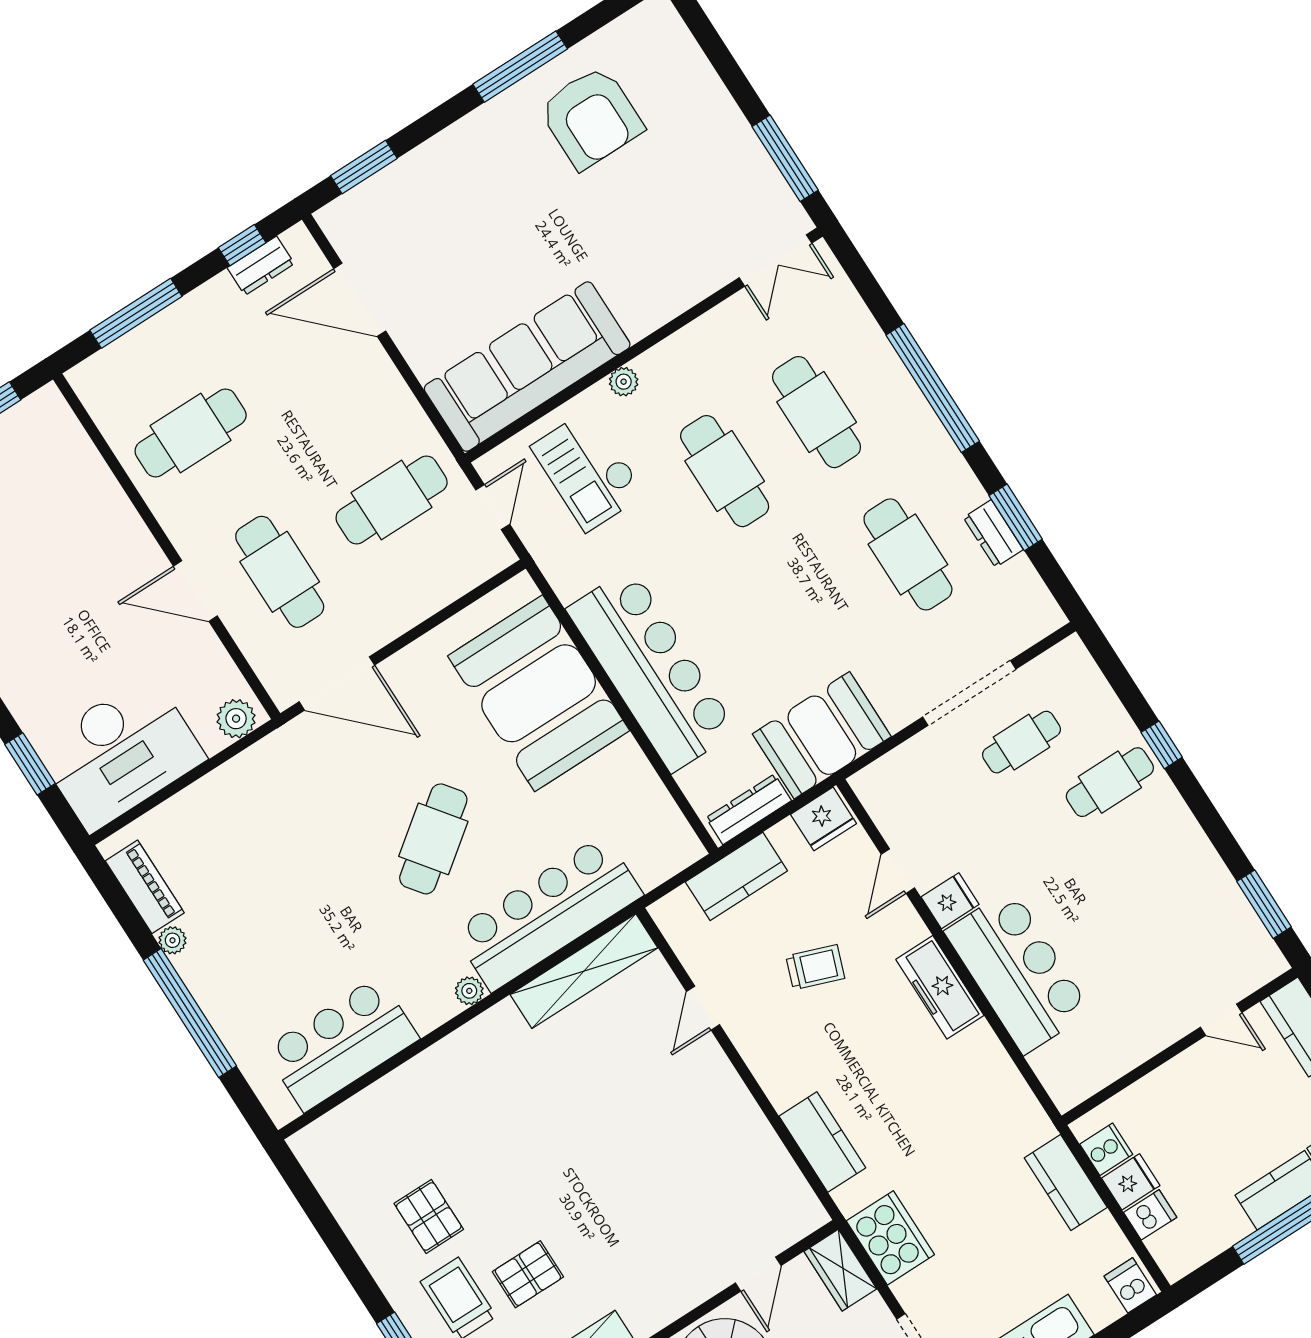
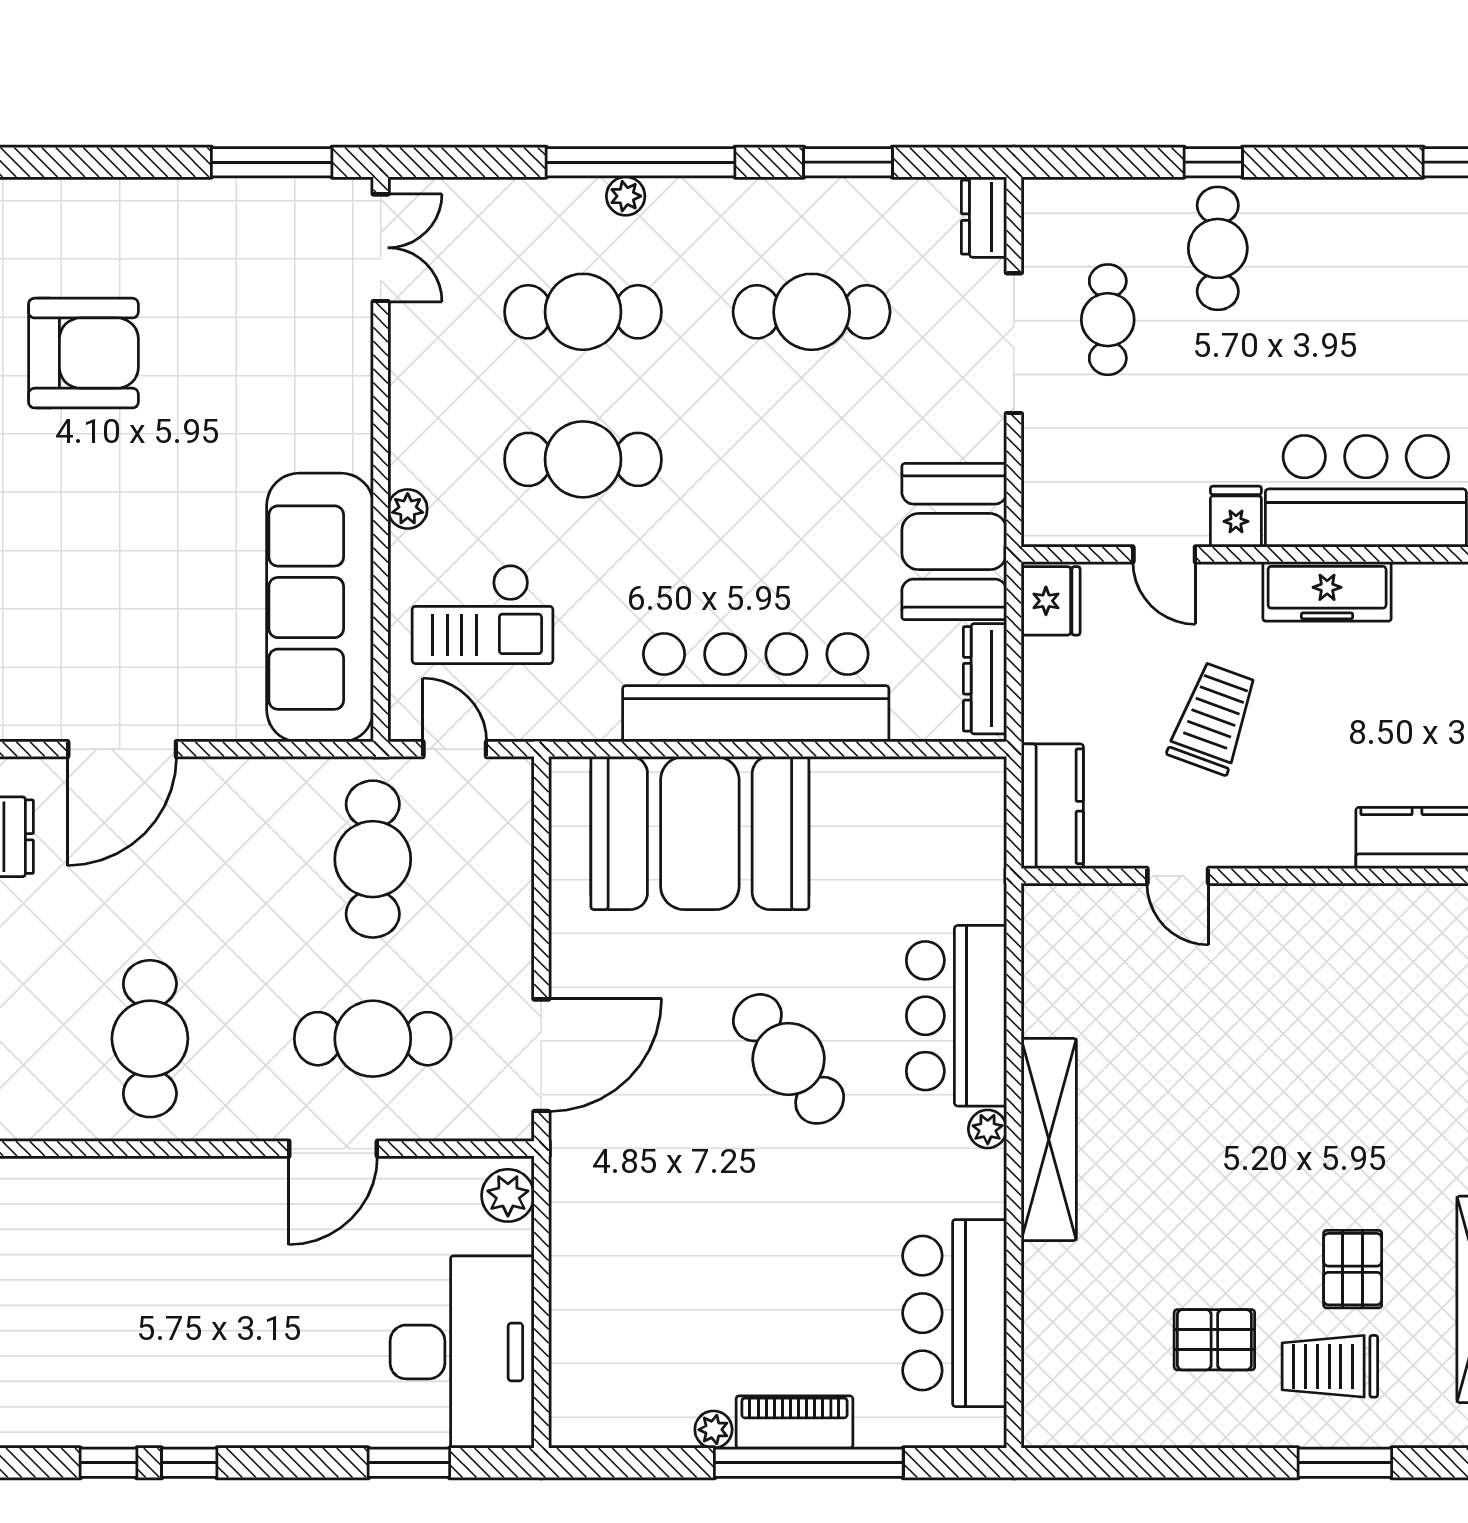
plant: (906, 392) -> (626, 196), added
dresser: (993, 534) -> (984, 217), moved, turned 90
kitchen counter: (736, 876) -> (1052, 806), moved
piano: (145, 887) -> (794, 1422), moved
bar counter: (548, 913) -> (956, 1016), width x0.73
trolley: (815, 967) -> (1213, 718), width x1.36, depth x1.39
shelving: (584, 971) -> (1049, 1139), moved

